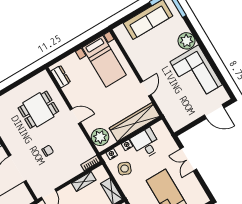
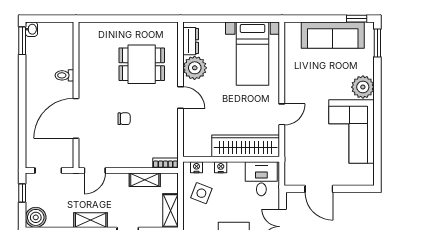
door: (214, 112) -> (319, 189), moved
plant: (100, 137) -> (195, 68), moved
desk: (146, 144) -> (261, 179), moved

